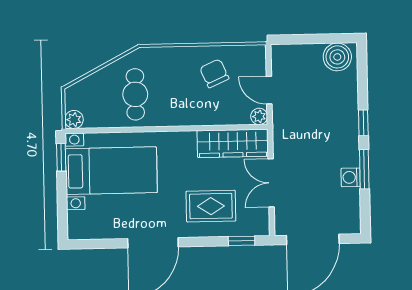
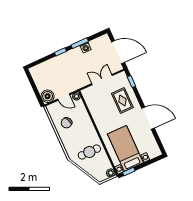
boiler: (337, 57) -> (48, 96), moved
door: (269, 90) -> (64, 97), hinge flipped
wardrobe: (233, 143) -> (92, 103), removed
double door: (271, 183) -> (102, 80), swing flipped

